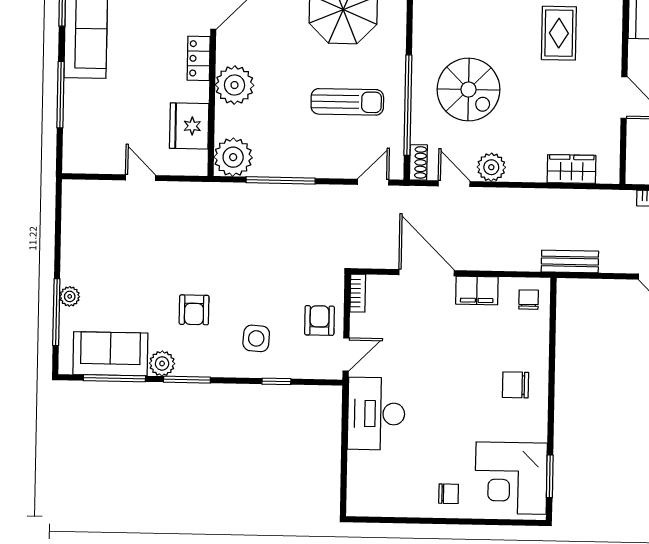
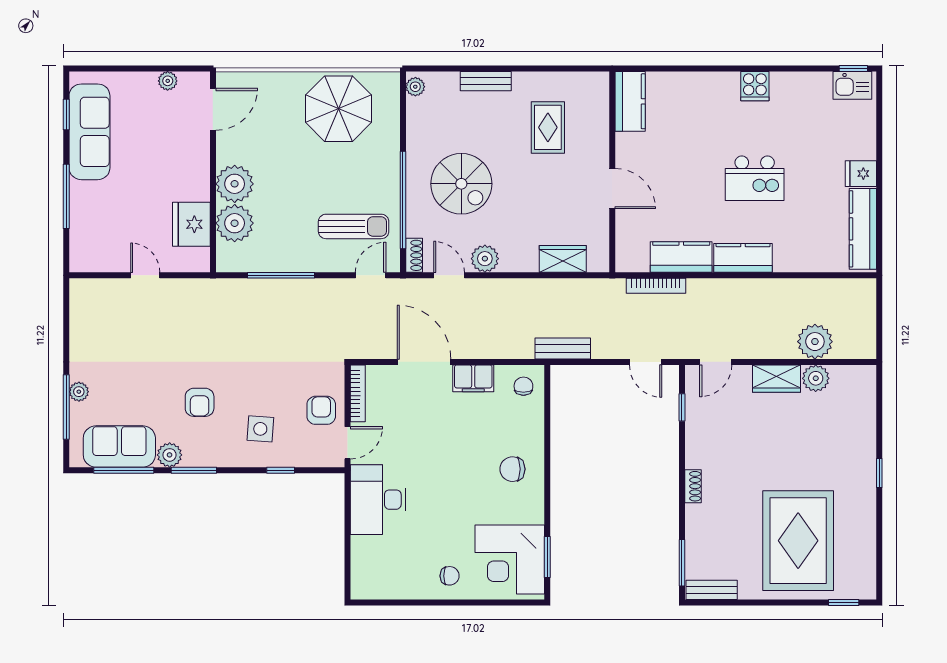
locker: (199, 58) -> (199, 159), removed
sun lounger: (347, 102) -> (354, 226), moved
plant: (233, 157) -> (235, 223), moved
bookcase: (358, 293) -> (358, 393), width x1.56

